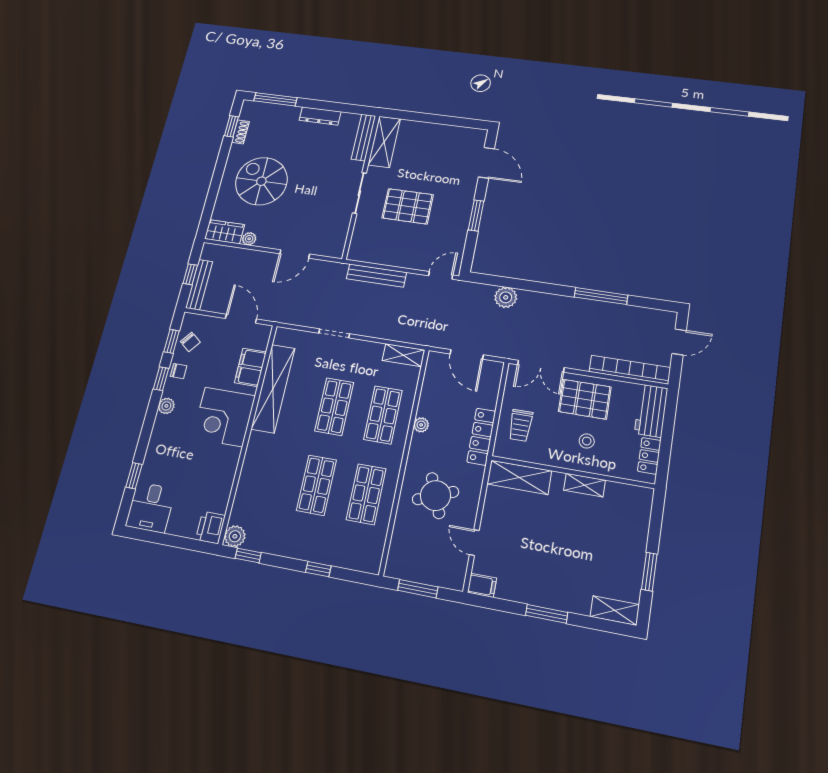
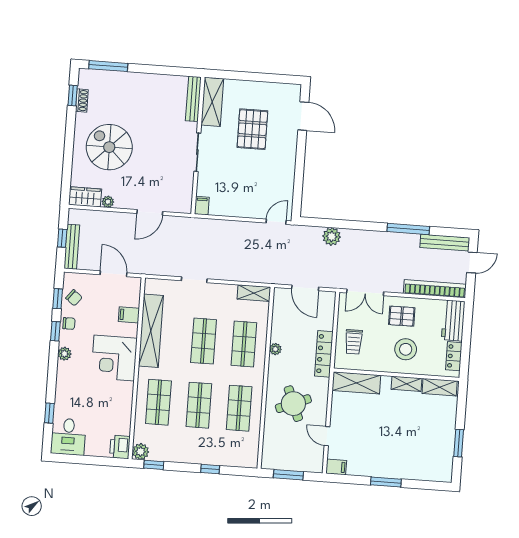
dresser: (320, 116) -> (152, 80), removed
pallet: (408, 206) -> (252, 129), moved, turned 90
window: (476, 215) -> (300, 166), removed
filing cabinet: (356, 251) -> (202, 206), added
bench: (376, 276) -> (445, 243), moved
filing cabinet: (250, 367) -> (129, 315), width x0.50
pallet: (585, 399) -> (402, 316), width x0.67, depth x0.71
stool: (587, 441) -> (406, 349), width x1.89, depth x1.89
shop shelf: (268, 476) -> (158, 402), added
shelving: (615, 611) -> (440, 387), moved

